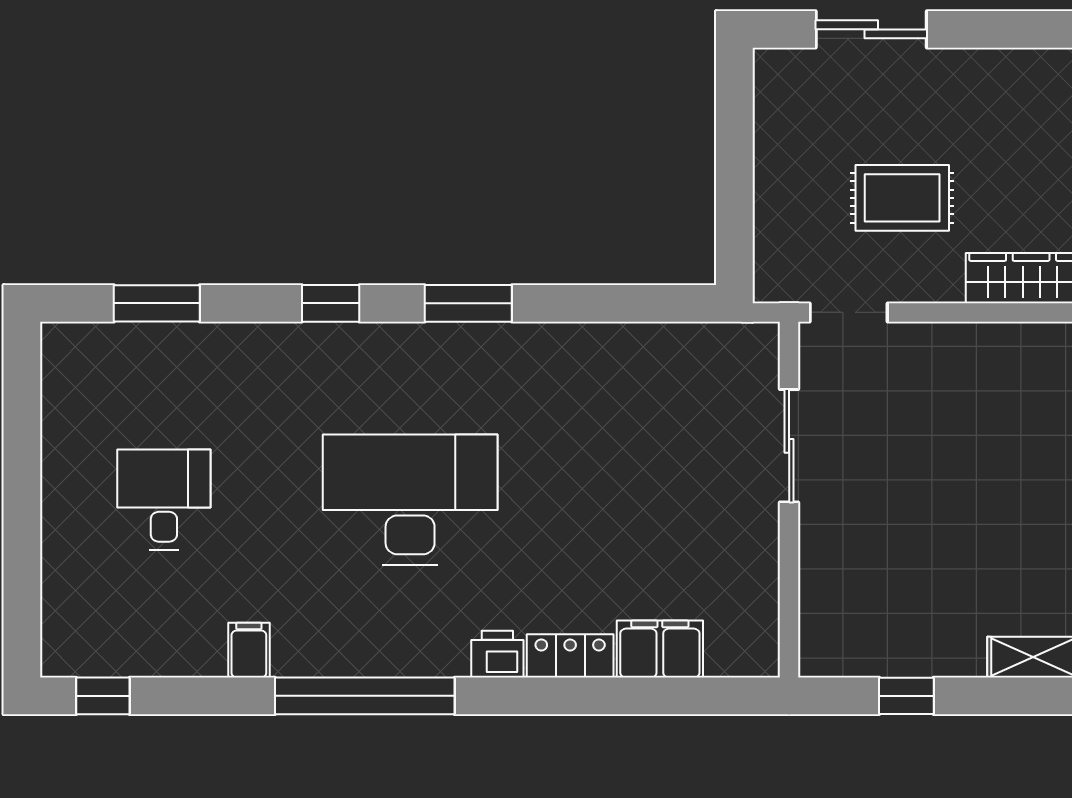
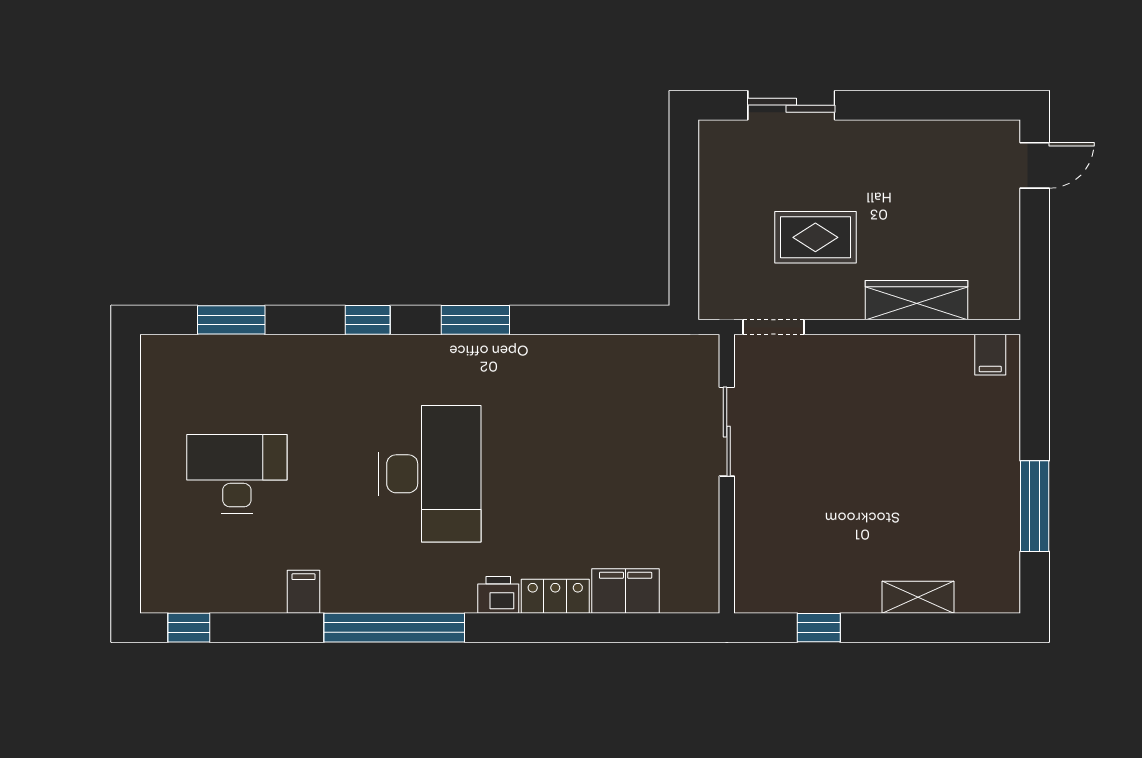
desk: (164, 500) -> (237, 474), width x1.37
desk: (410, 500) -> (430, 474), turned 90

